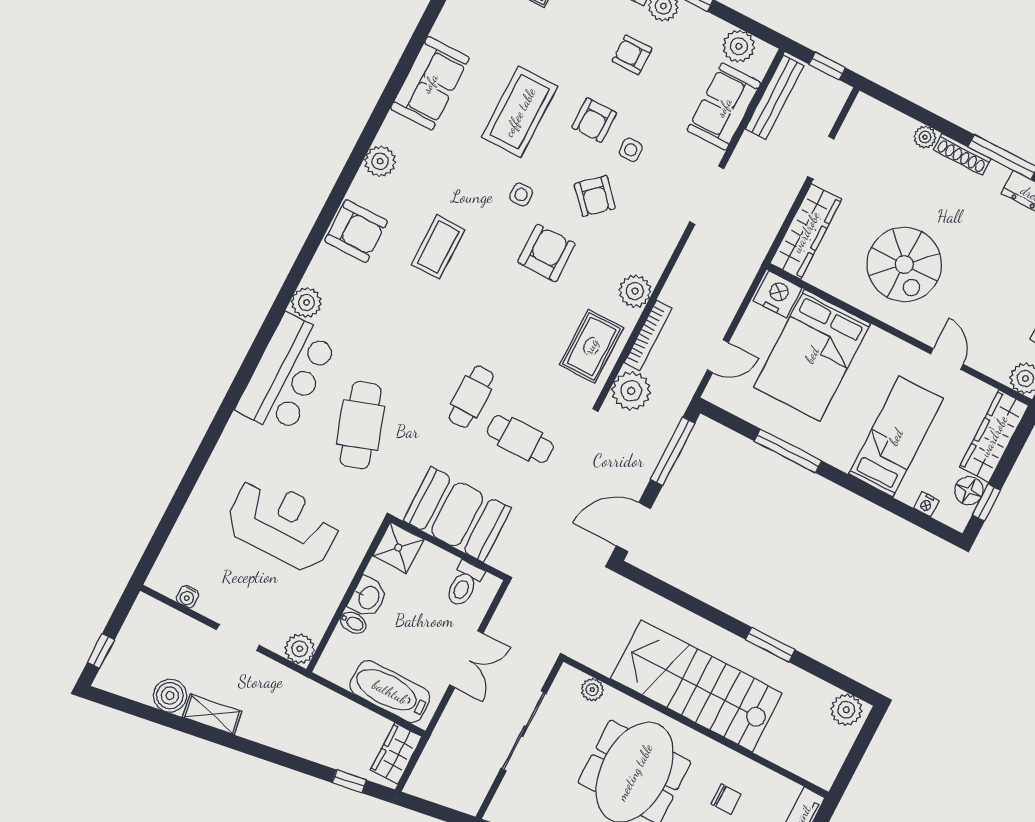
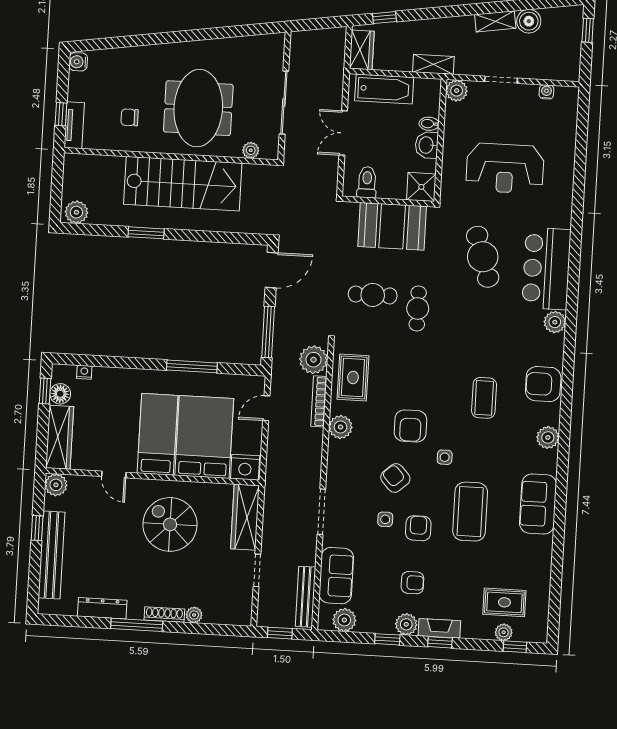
bed: (896, 437) -> (157, 434), moved, turned 180
shelving: (314, 695) -> (433, 64), added

